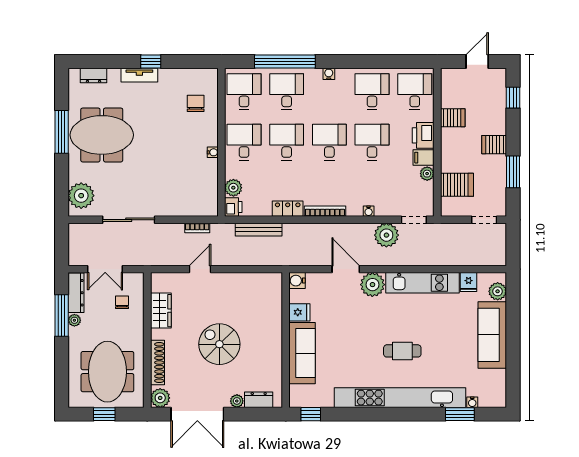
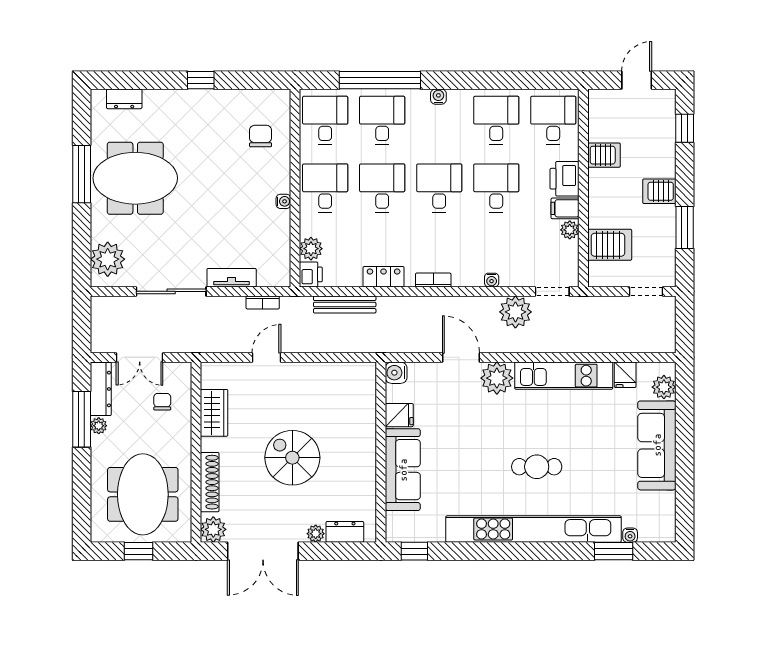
tv unit: (139, 75) -> (232, 278), moved, turned 180
bookcase: (325, 211) -> (433, 280), width x0.64

